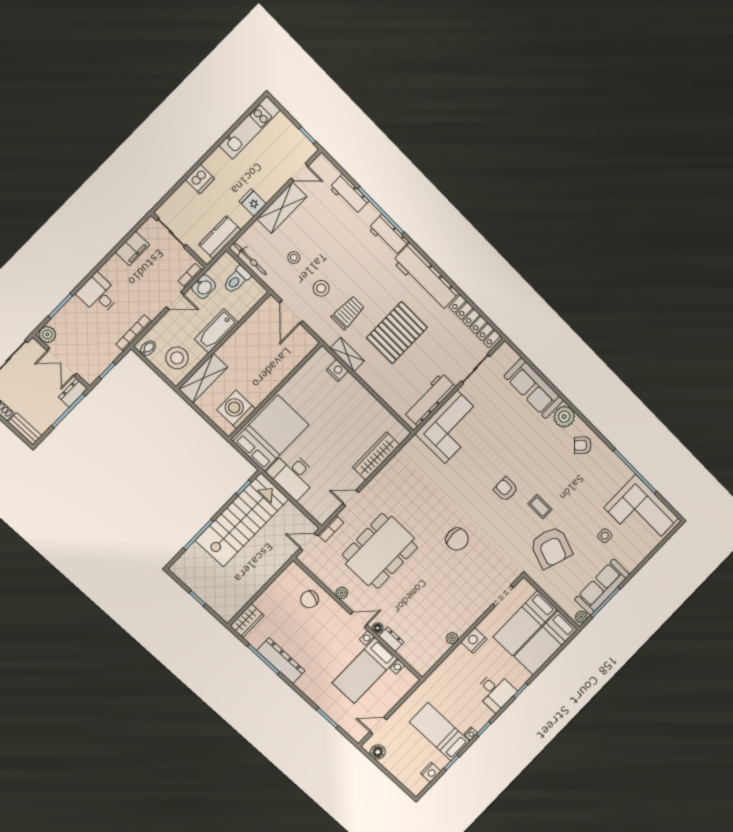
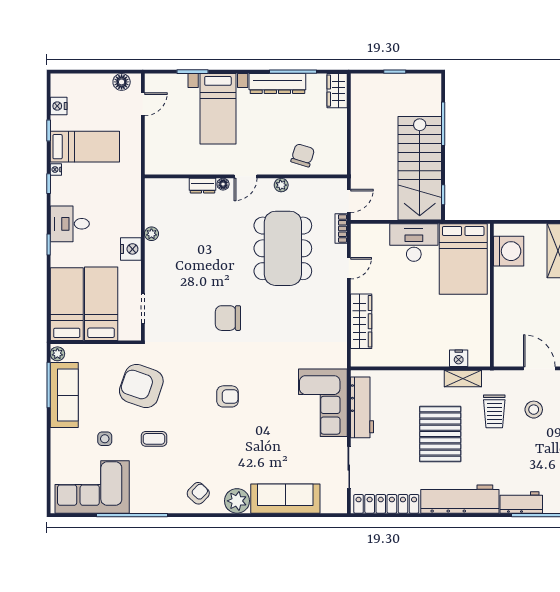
coffee table: (540, 507) -> (154, 439), moved
bed with nightstands: (365, 671) -> (218, 109), moved, turned 180

